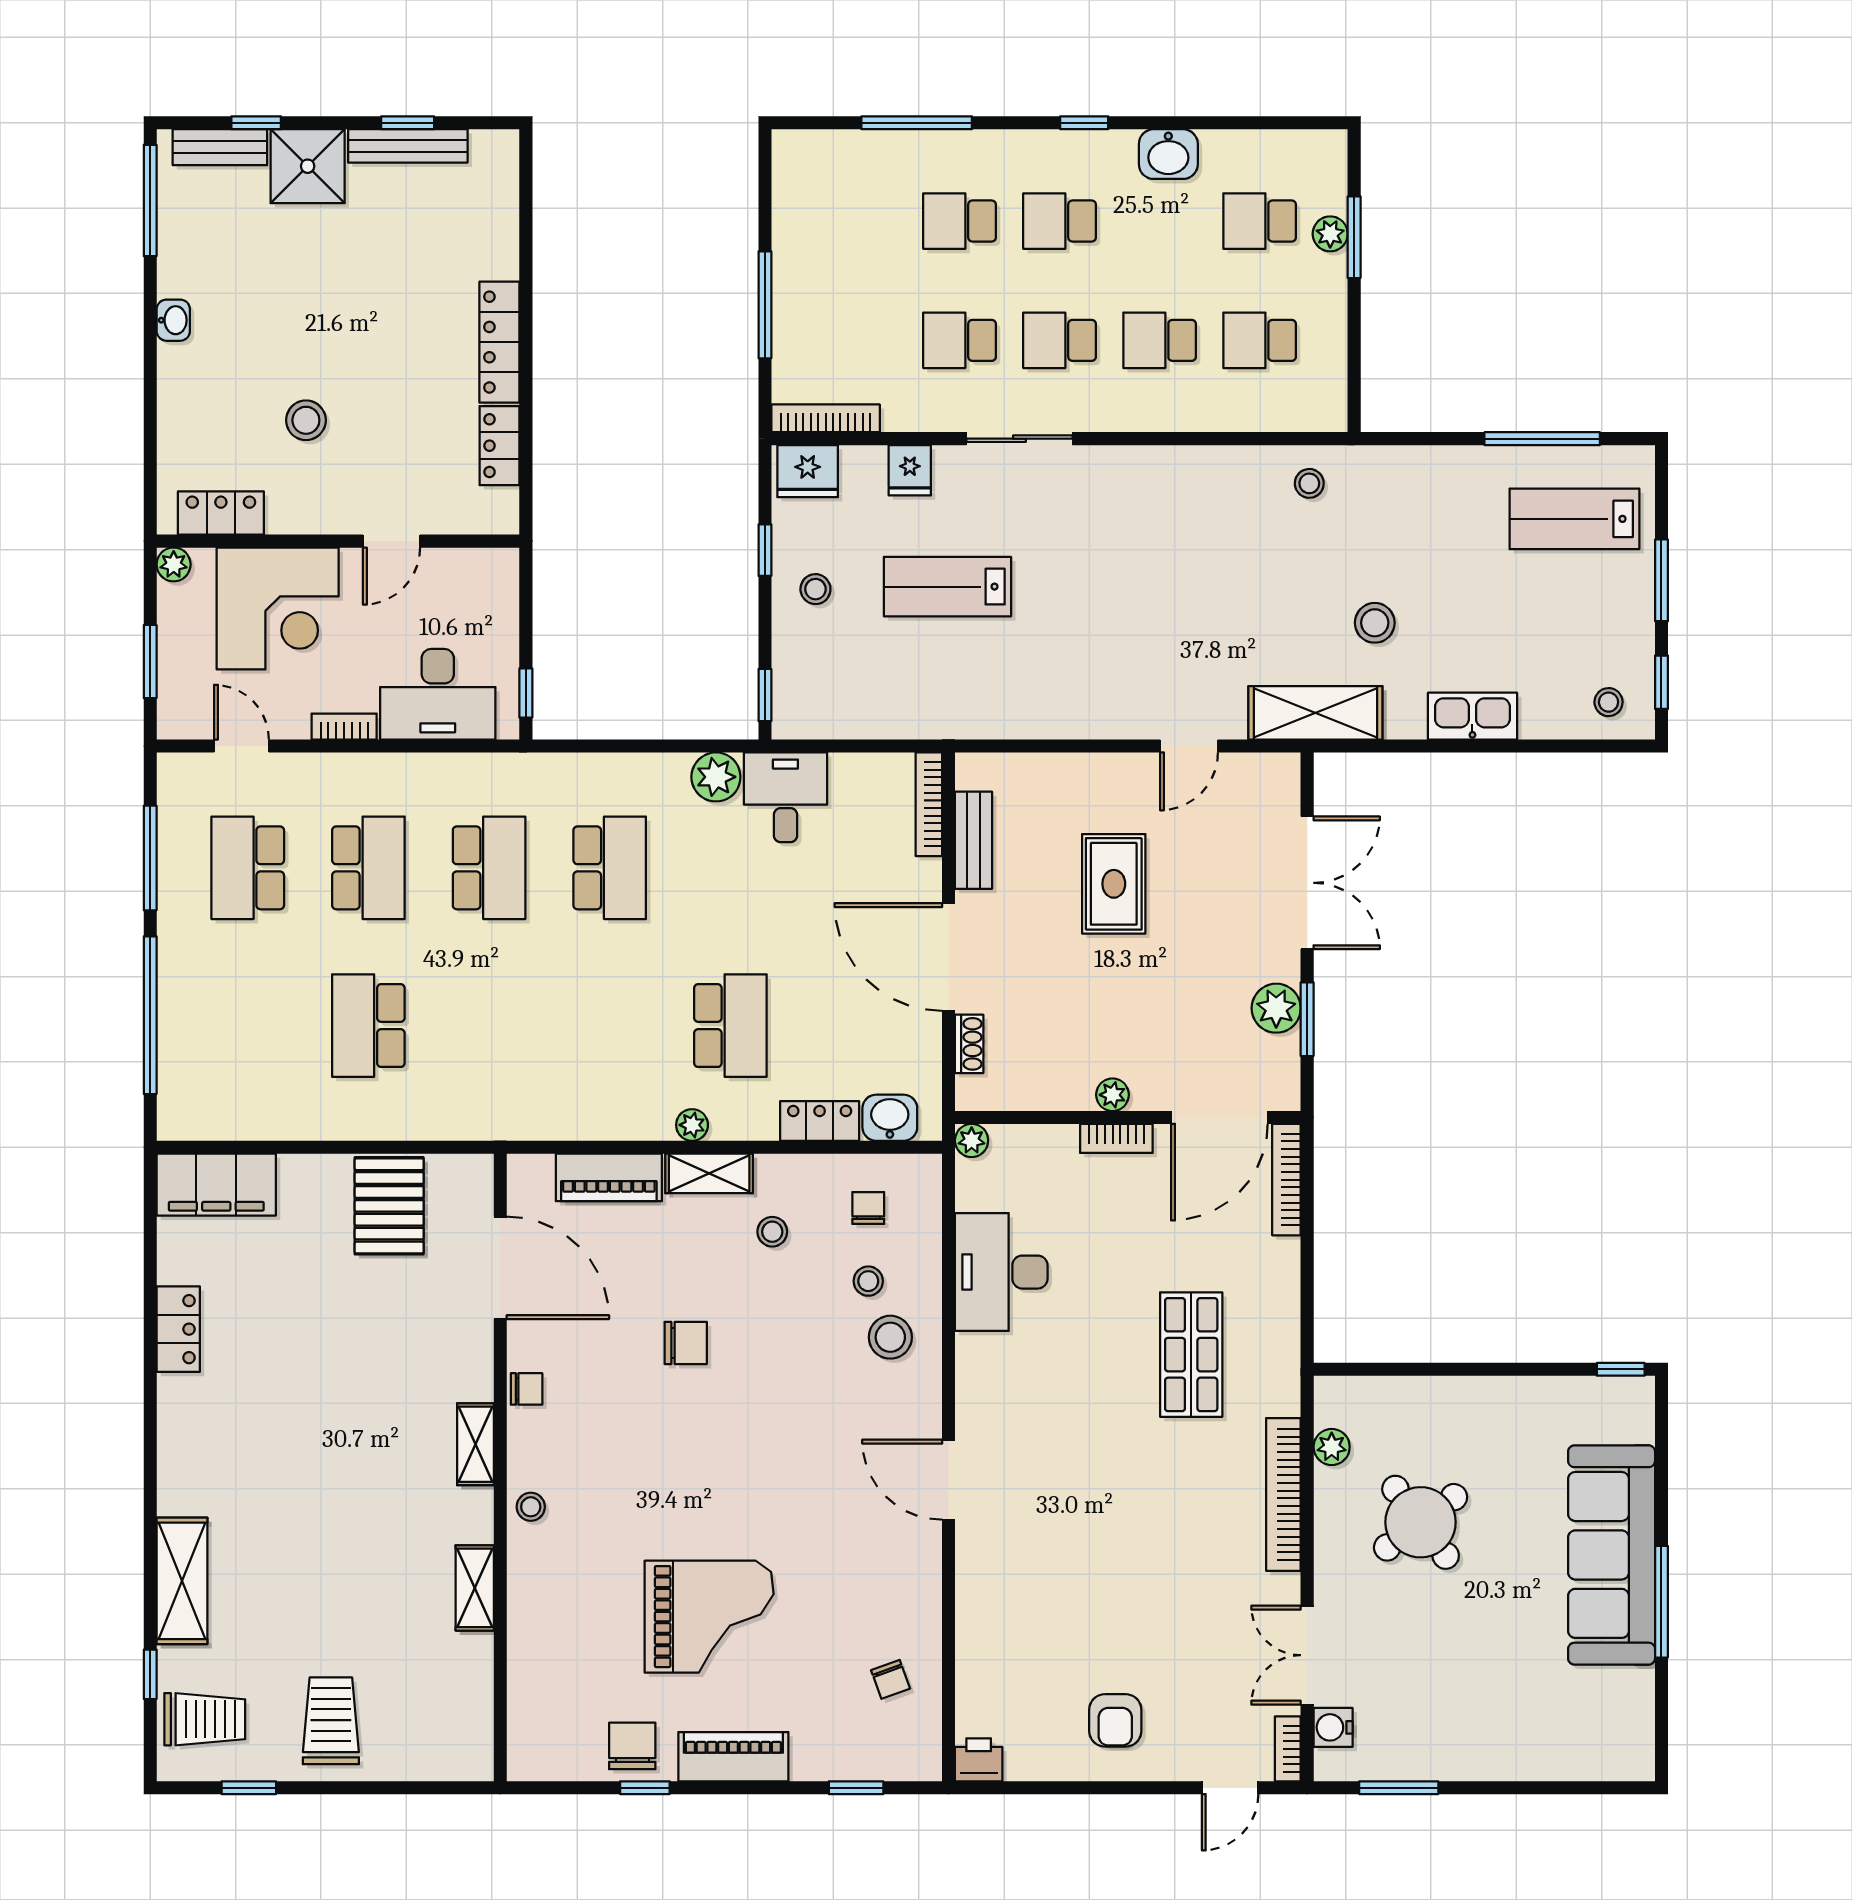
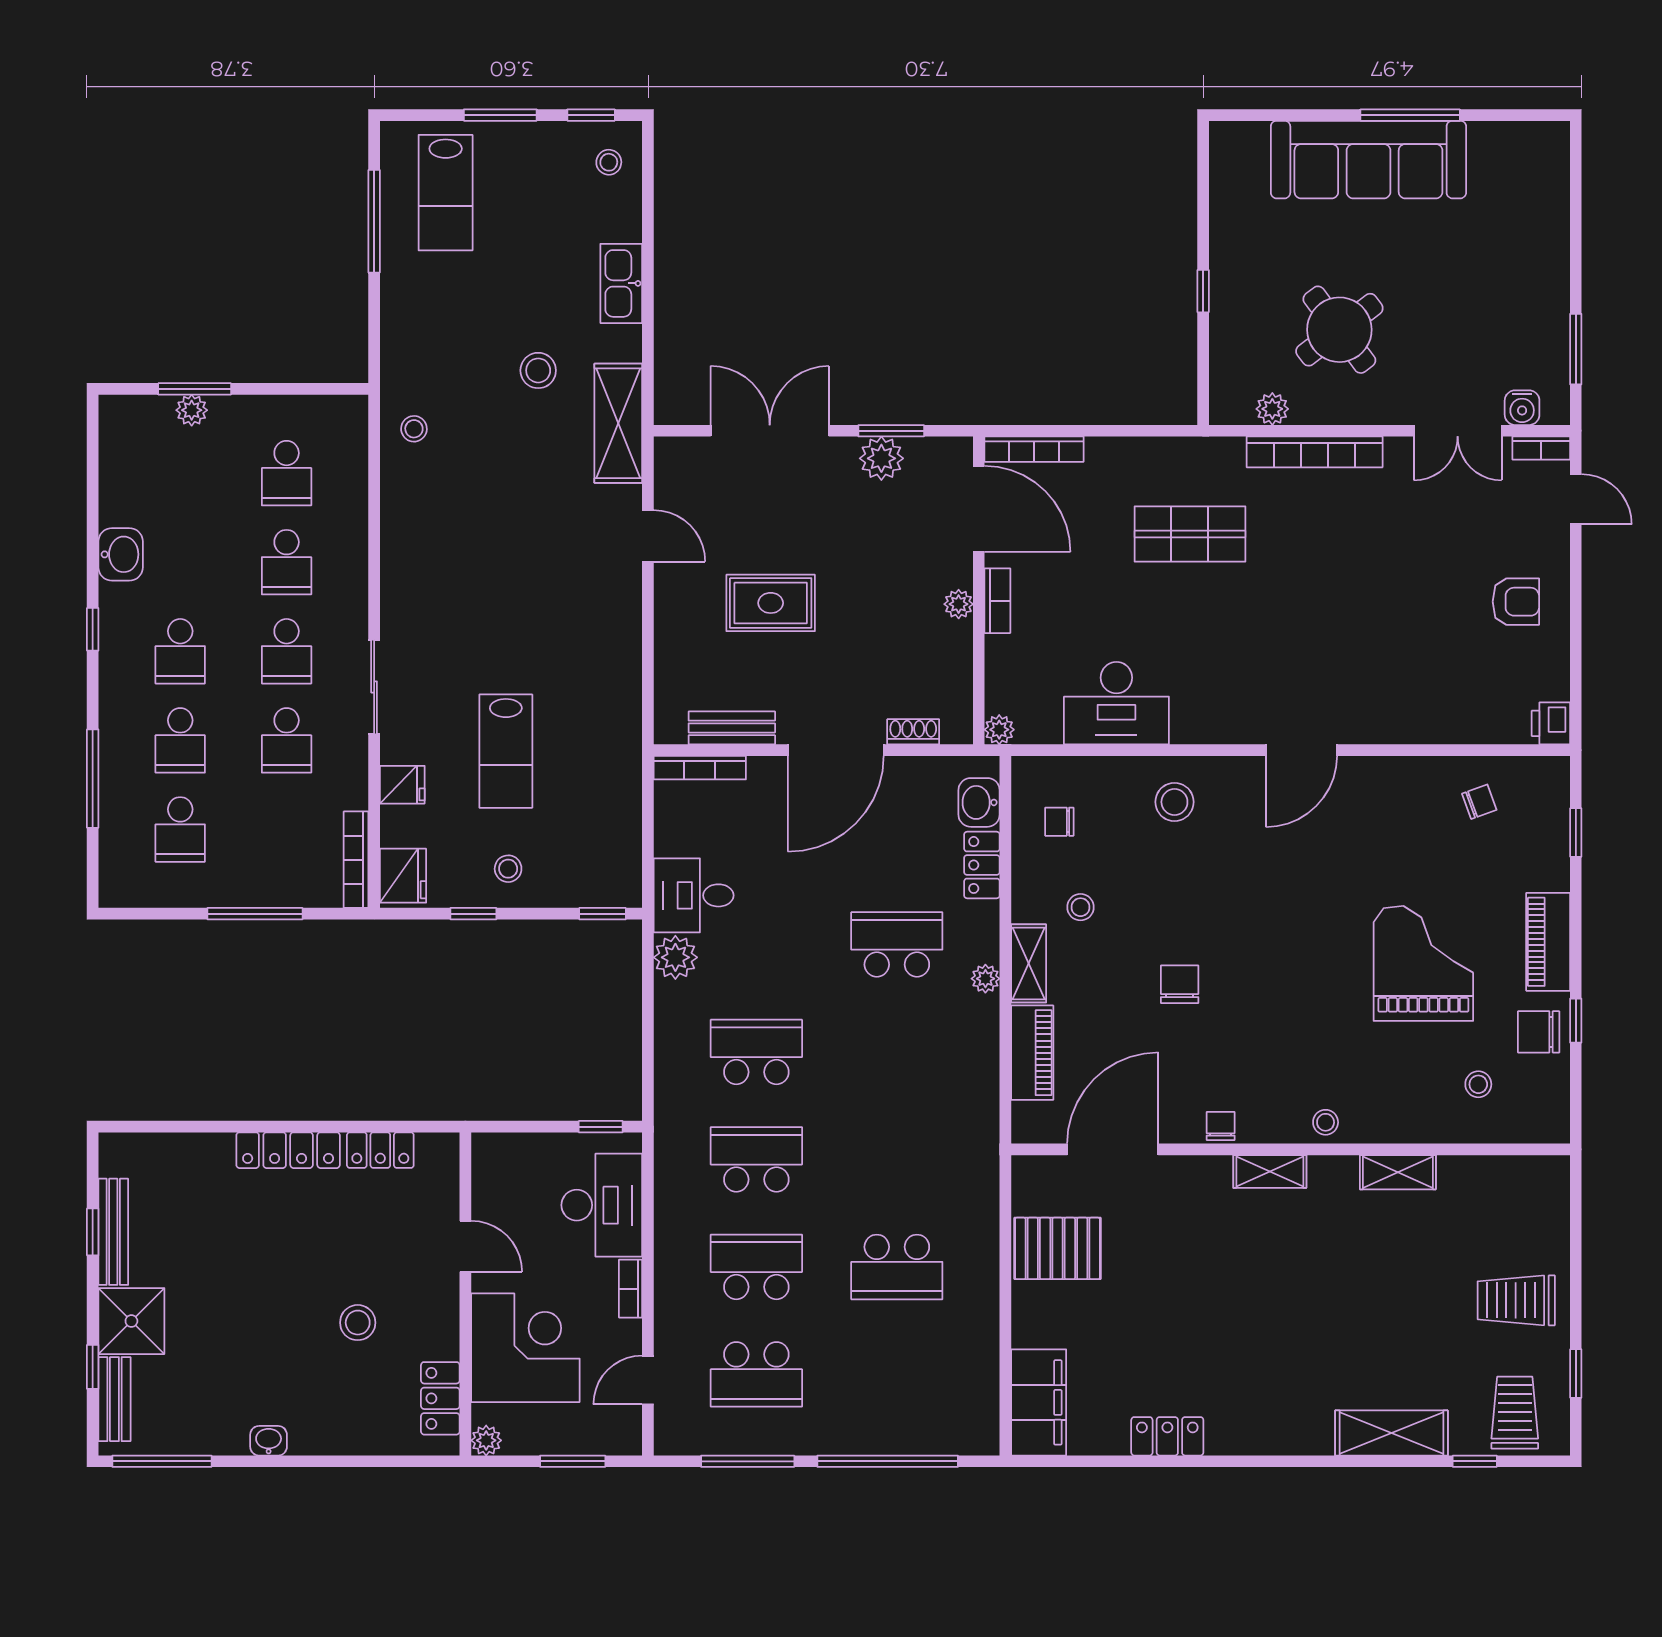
school desk: (1260, 221) -> (180, 829), moved
stool: (868, 1281) -> (1478, 1084), moved
window: (1621, 1369) -> (1203, 291), moved

